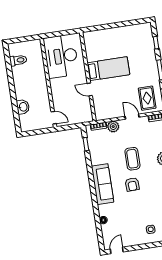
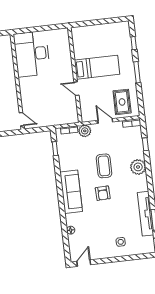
bed: (108, 69) -> (97, 67), moved
wall: (88, 77) -> (75, 75), moved
door: (90, 89) -> (76, 89), moved

